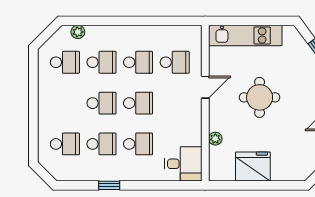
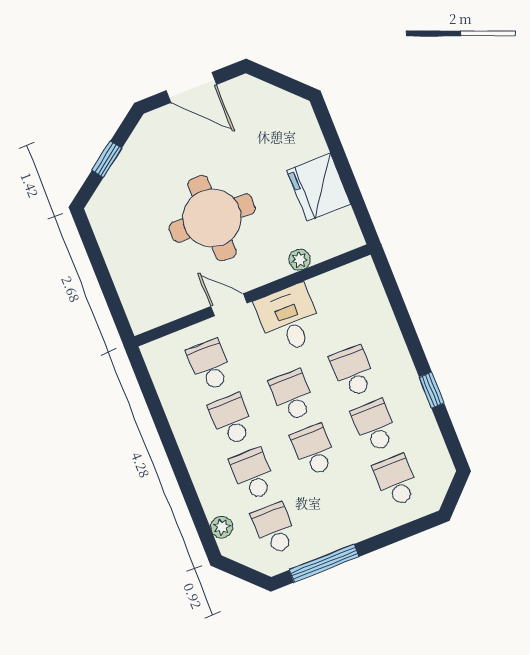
kitchen unit: (245, 35) -> (128, 276), removed
window: (33, 83) -> (324, 563), added
round table: (260, 97) -> (212, 218), width x1.36, depth x1.36
desk: (183, 164) -> (289, 319), moved

